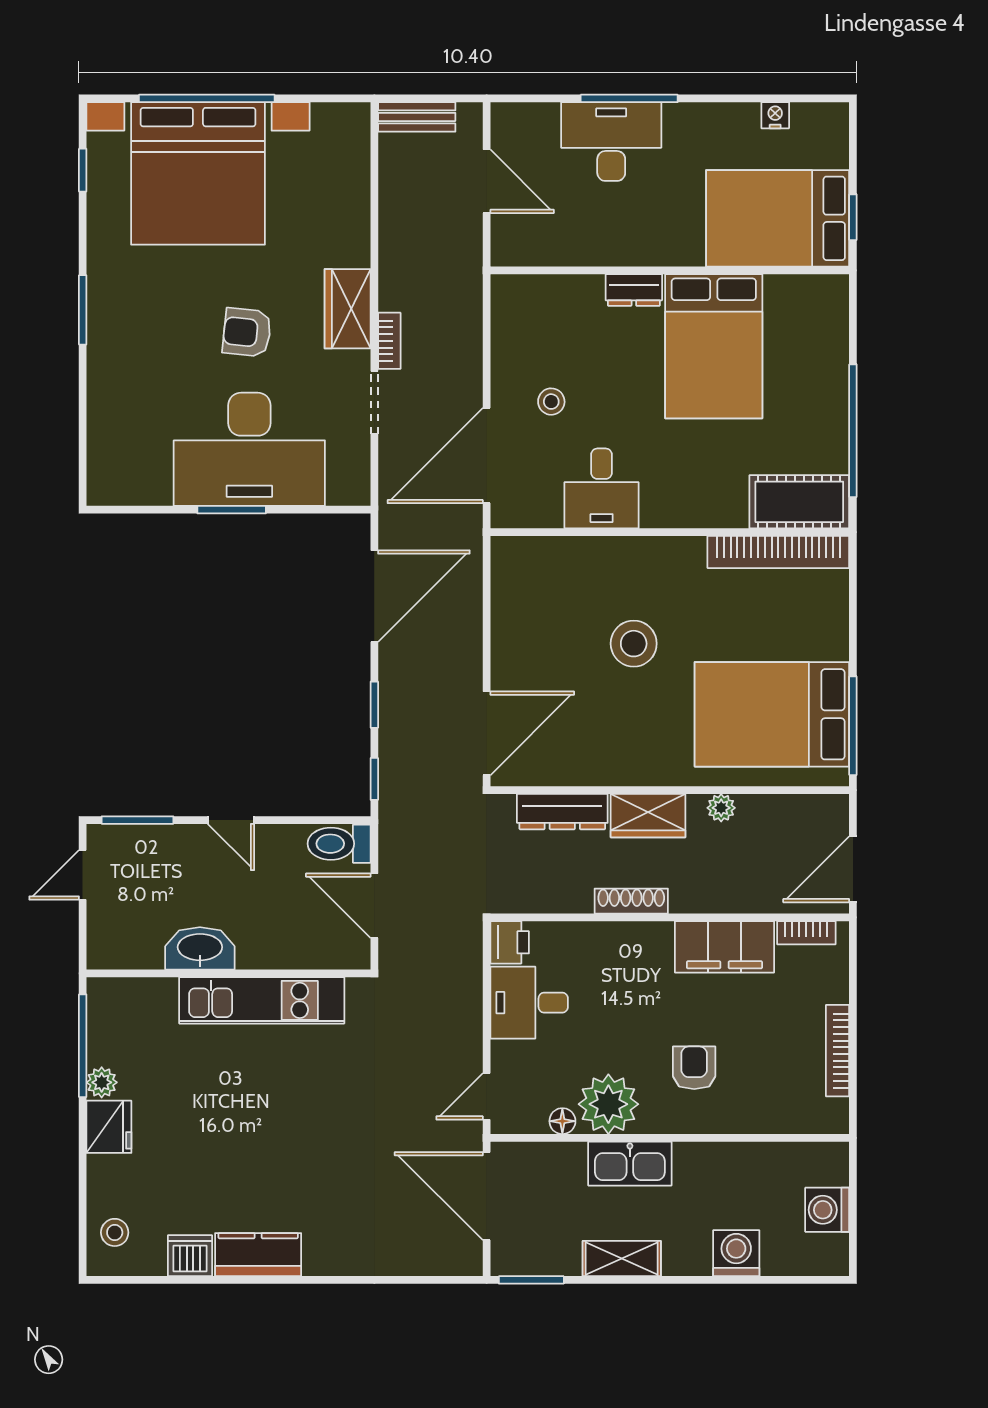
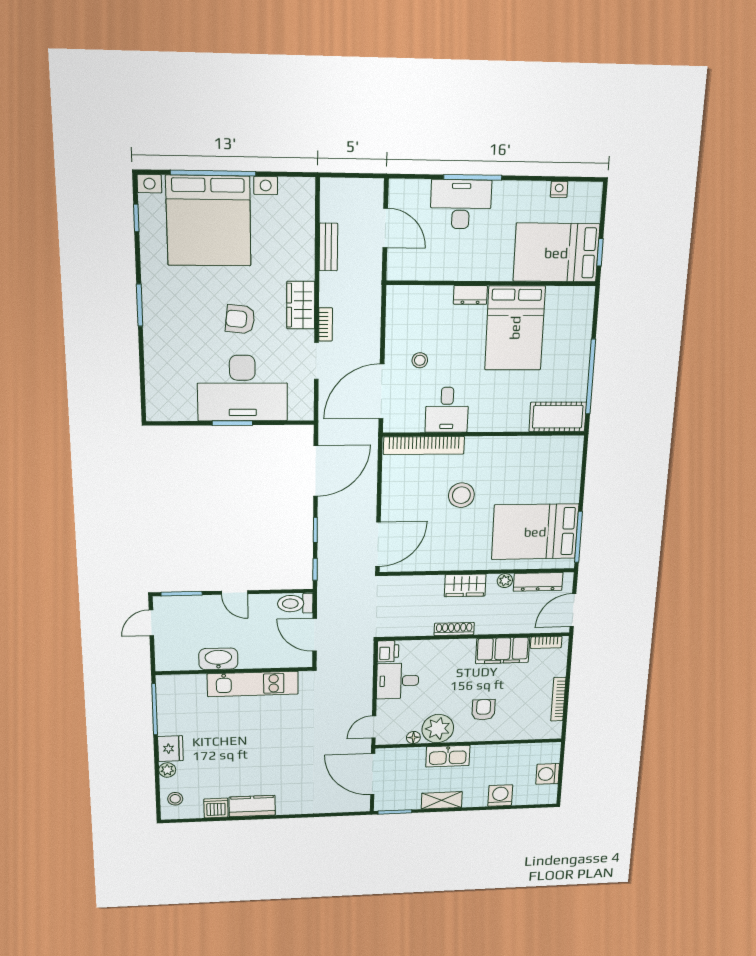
bench: (417, 117) -> (328, 247), moved, turned 90
bookcase: (778, 552) -> (424, 445), moved
dresser: (562, 812) -> (538, 582), moved
plant: (102, 1082) -> (167, 770), moved

